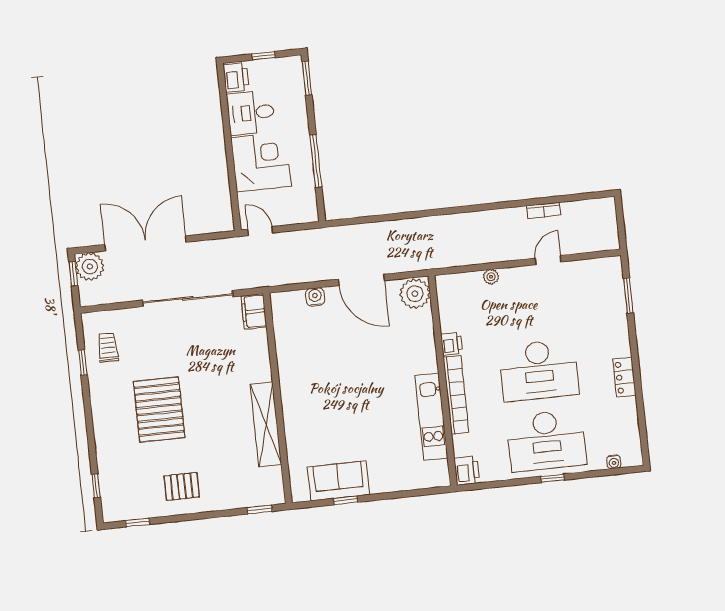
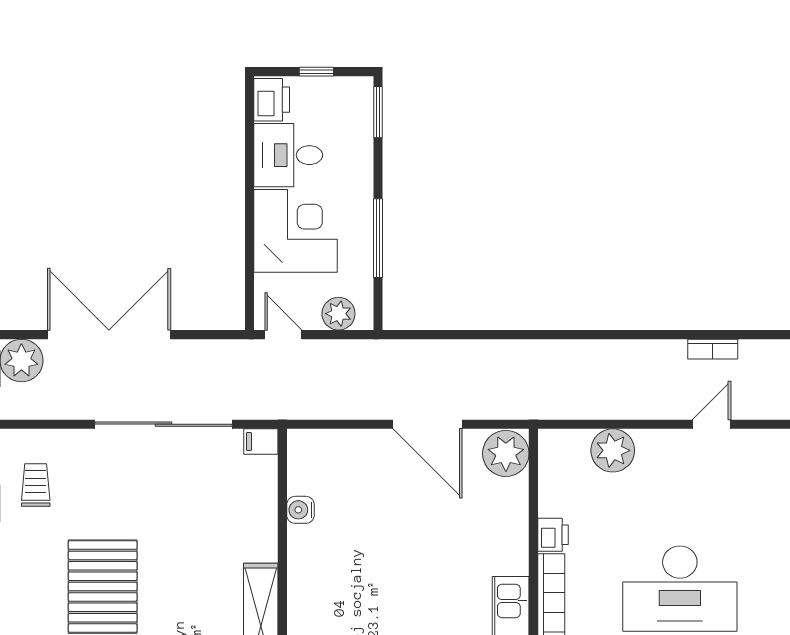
plant: (295, 213) -> (338, 314), added
plant: (491, 277) -> (613, 450), width x1.88, depth x1.88
water cooler: (315, 297) -> (300, 510), moved, turned -90
filing cabinet: (254, 311) -> (261, 441), width x0.50

